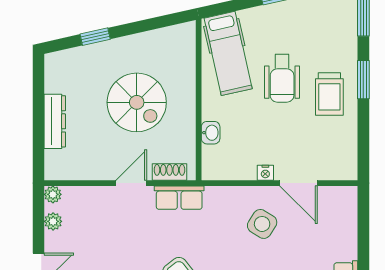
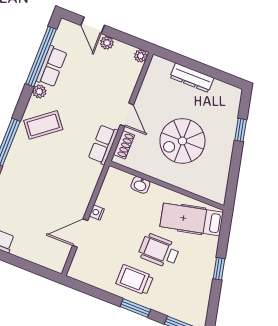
plant: (53, 221) -> (107, 43), moved
side table: (262, 224) -> (61, 196), removed

